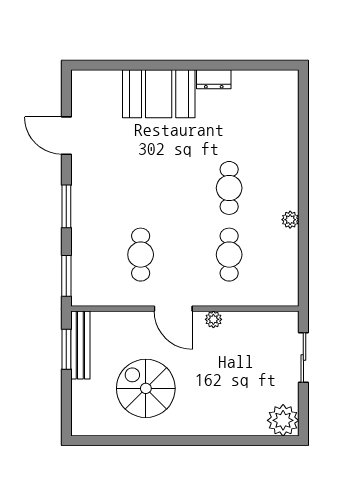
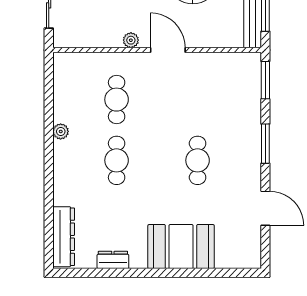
dresser: (214, 79) -> (113, 260), moved
dresser: (287, 105) -> (64, 237), added
cafe table: (141, 255) -> (198, 160), moved

